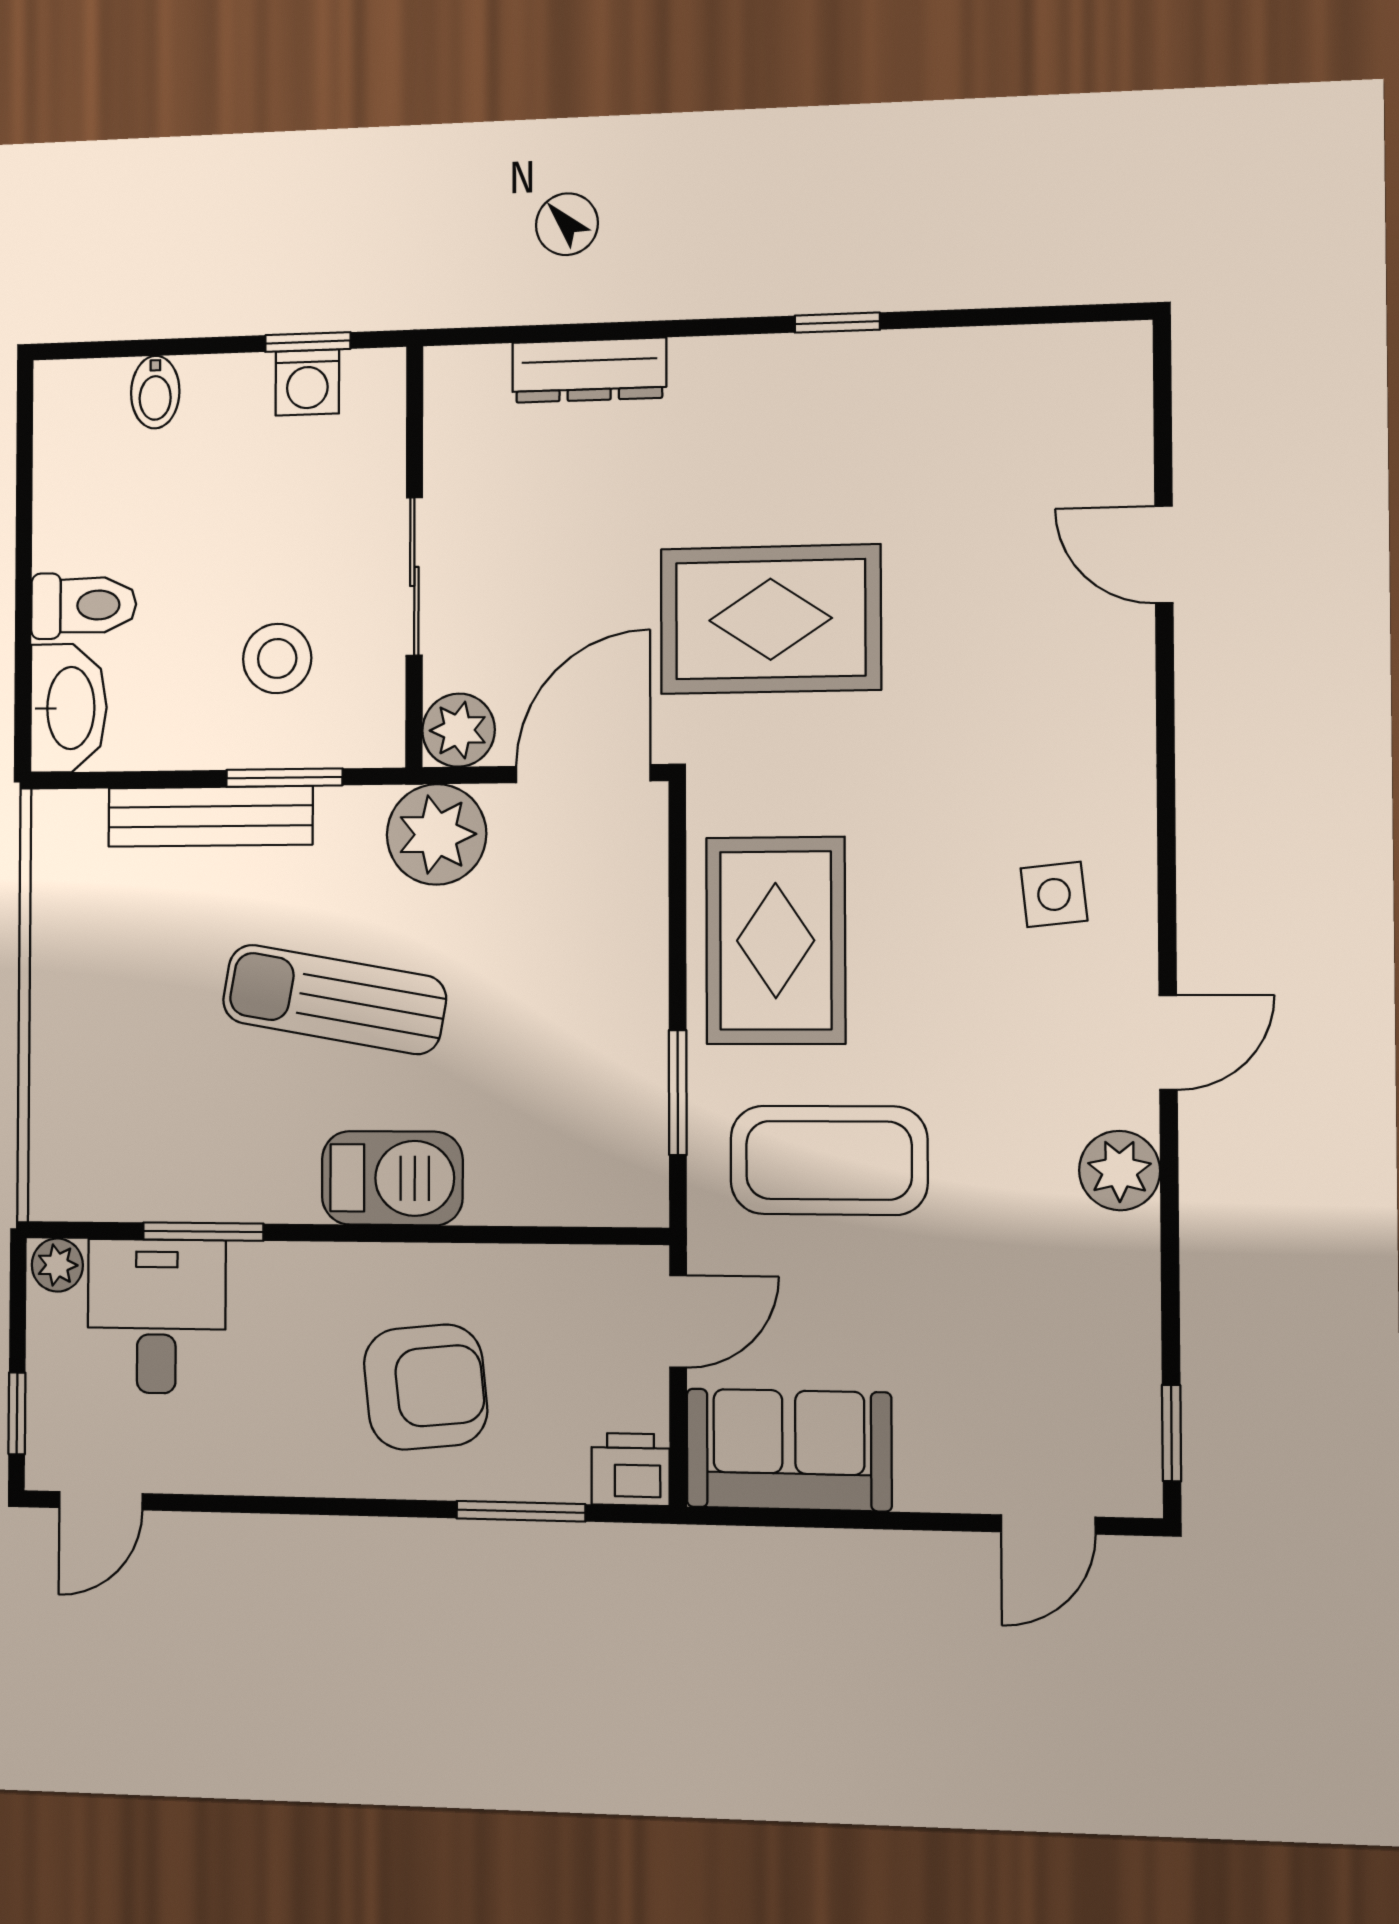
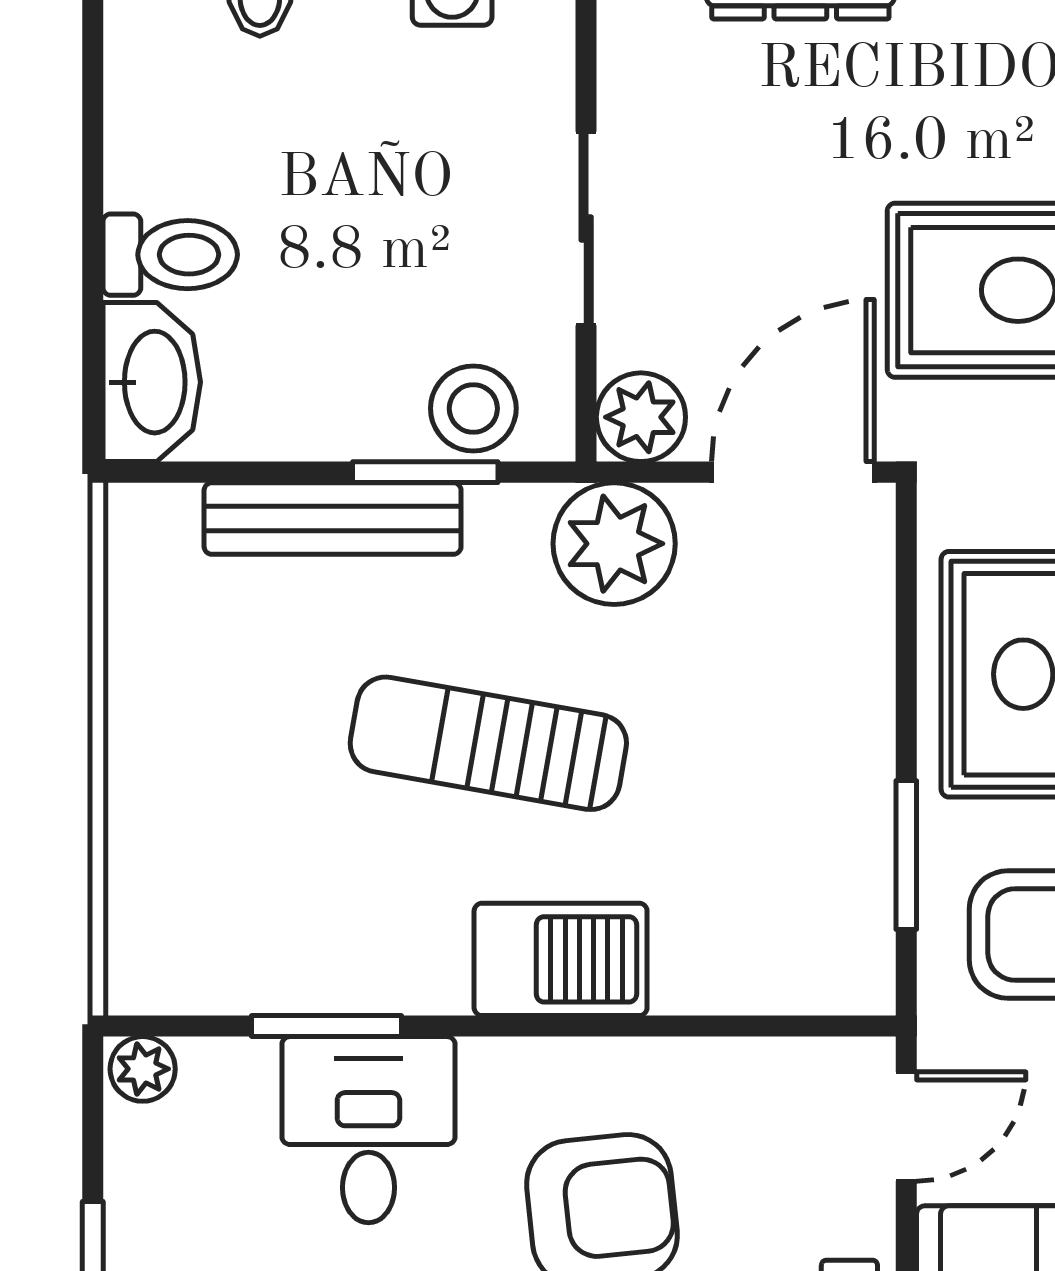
stool: (277, 658) -> (473, 408), moved
desk: (157, 1316) -> (368, 1130), moved

